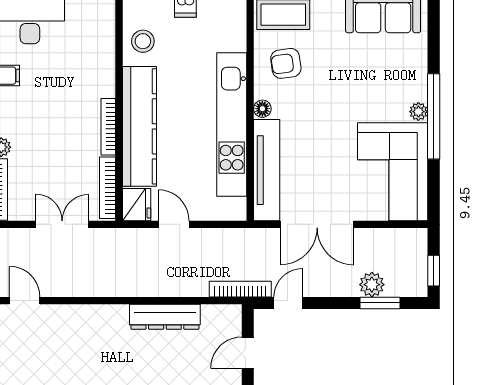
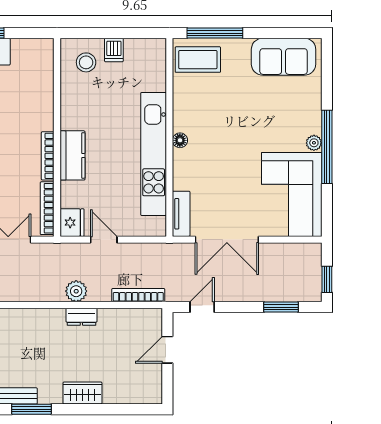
stool: (143, 41) -> (86, 62), moved
armchair: (286, 63) -> (200, 101), removed
kitchen counter: (139, 126) -> (72, 155), width x0.48, depth x0.86
tv unit: (267, 170) -> (181, 214), width x0.52, depth x0.78
plant: (372, 285) -> (76, 291), moved
bookcase: (240, 289) -> (138, 295), moved
dresser: (165, 317) -> (81, 317), width x0.51, depth x0.80

